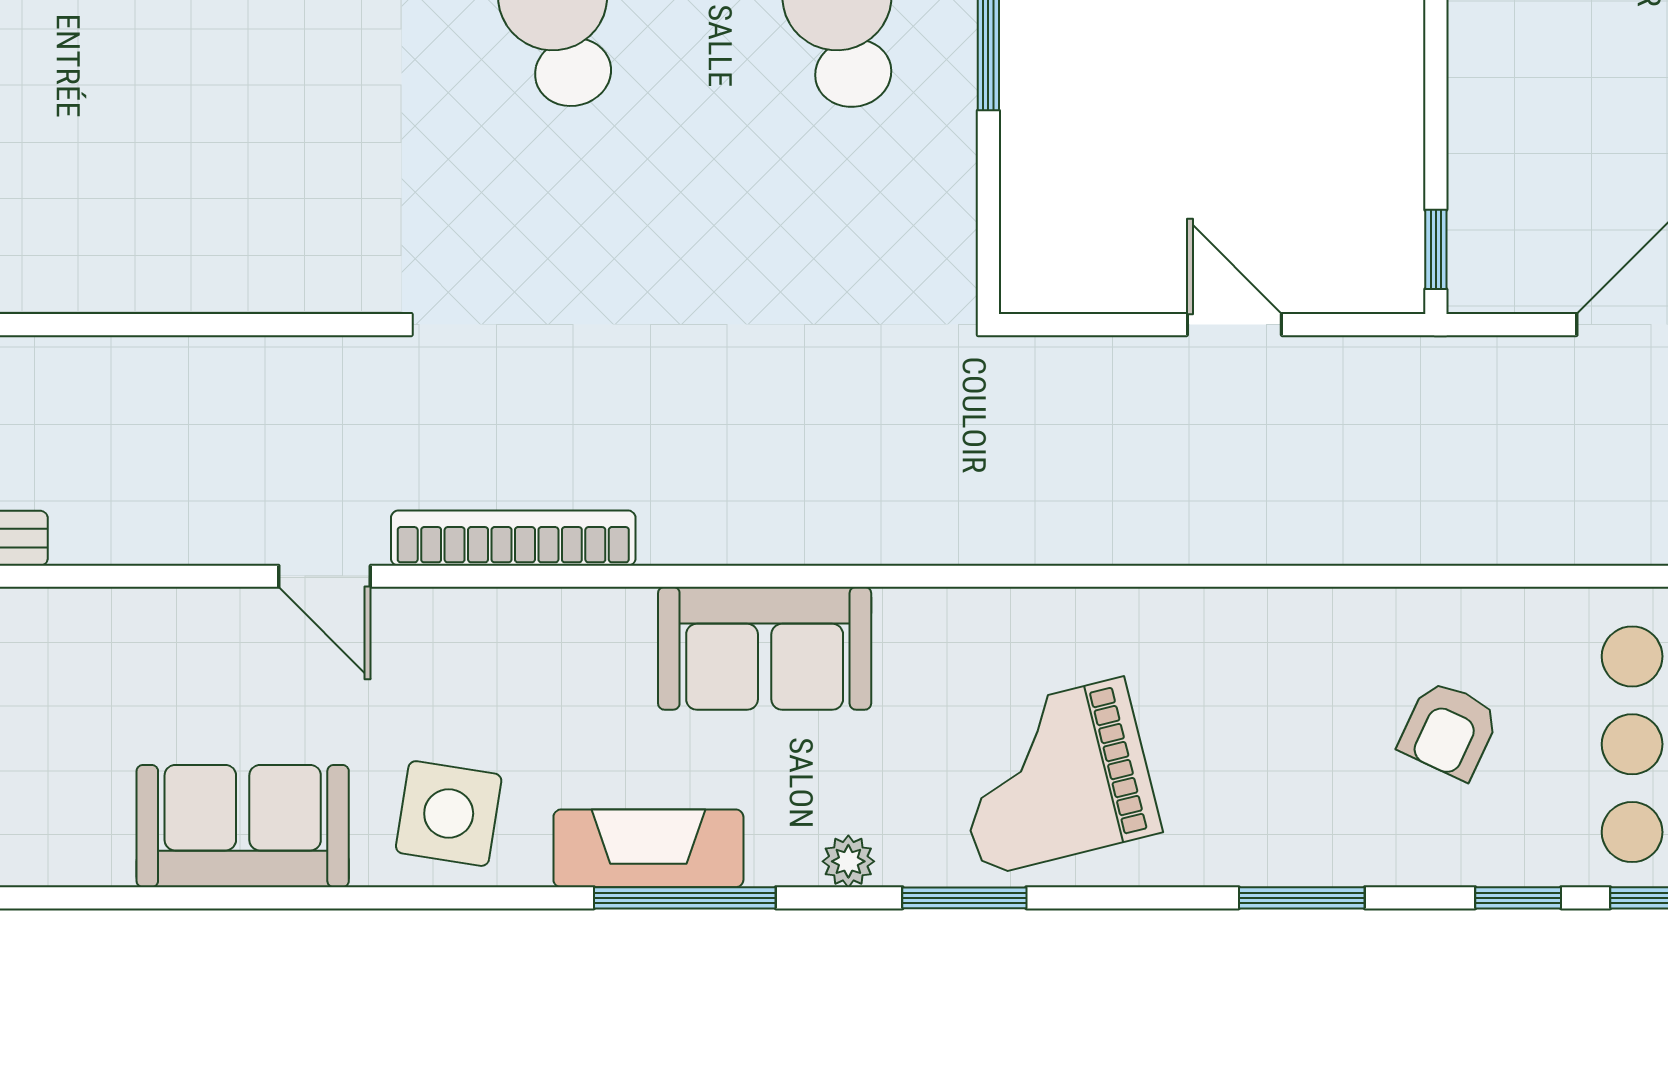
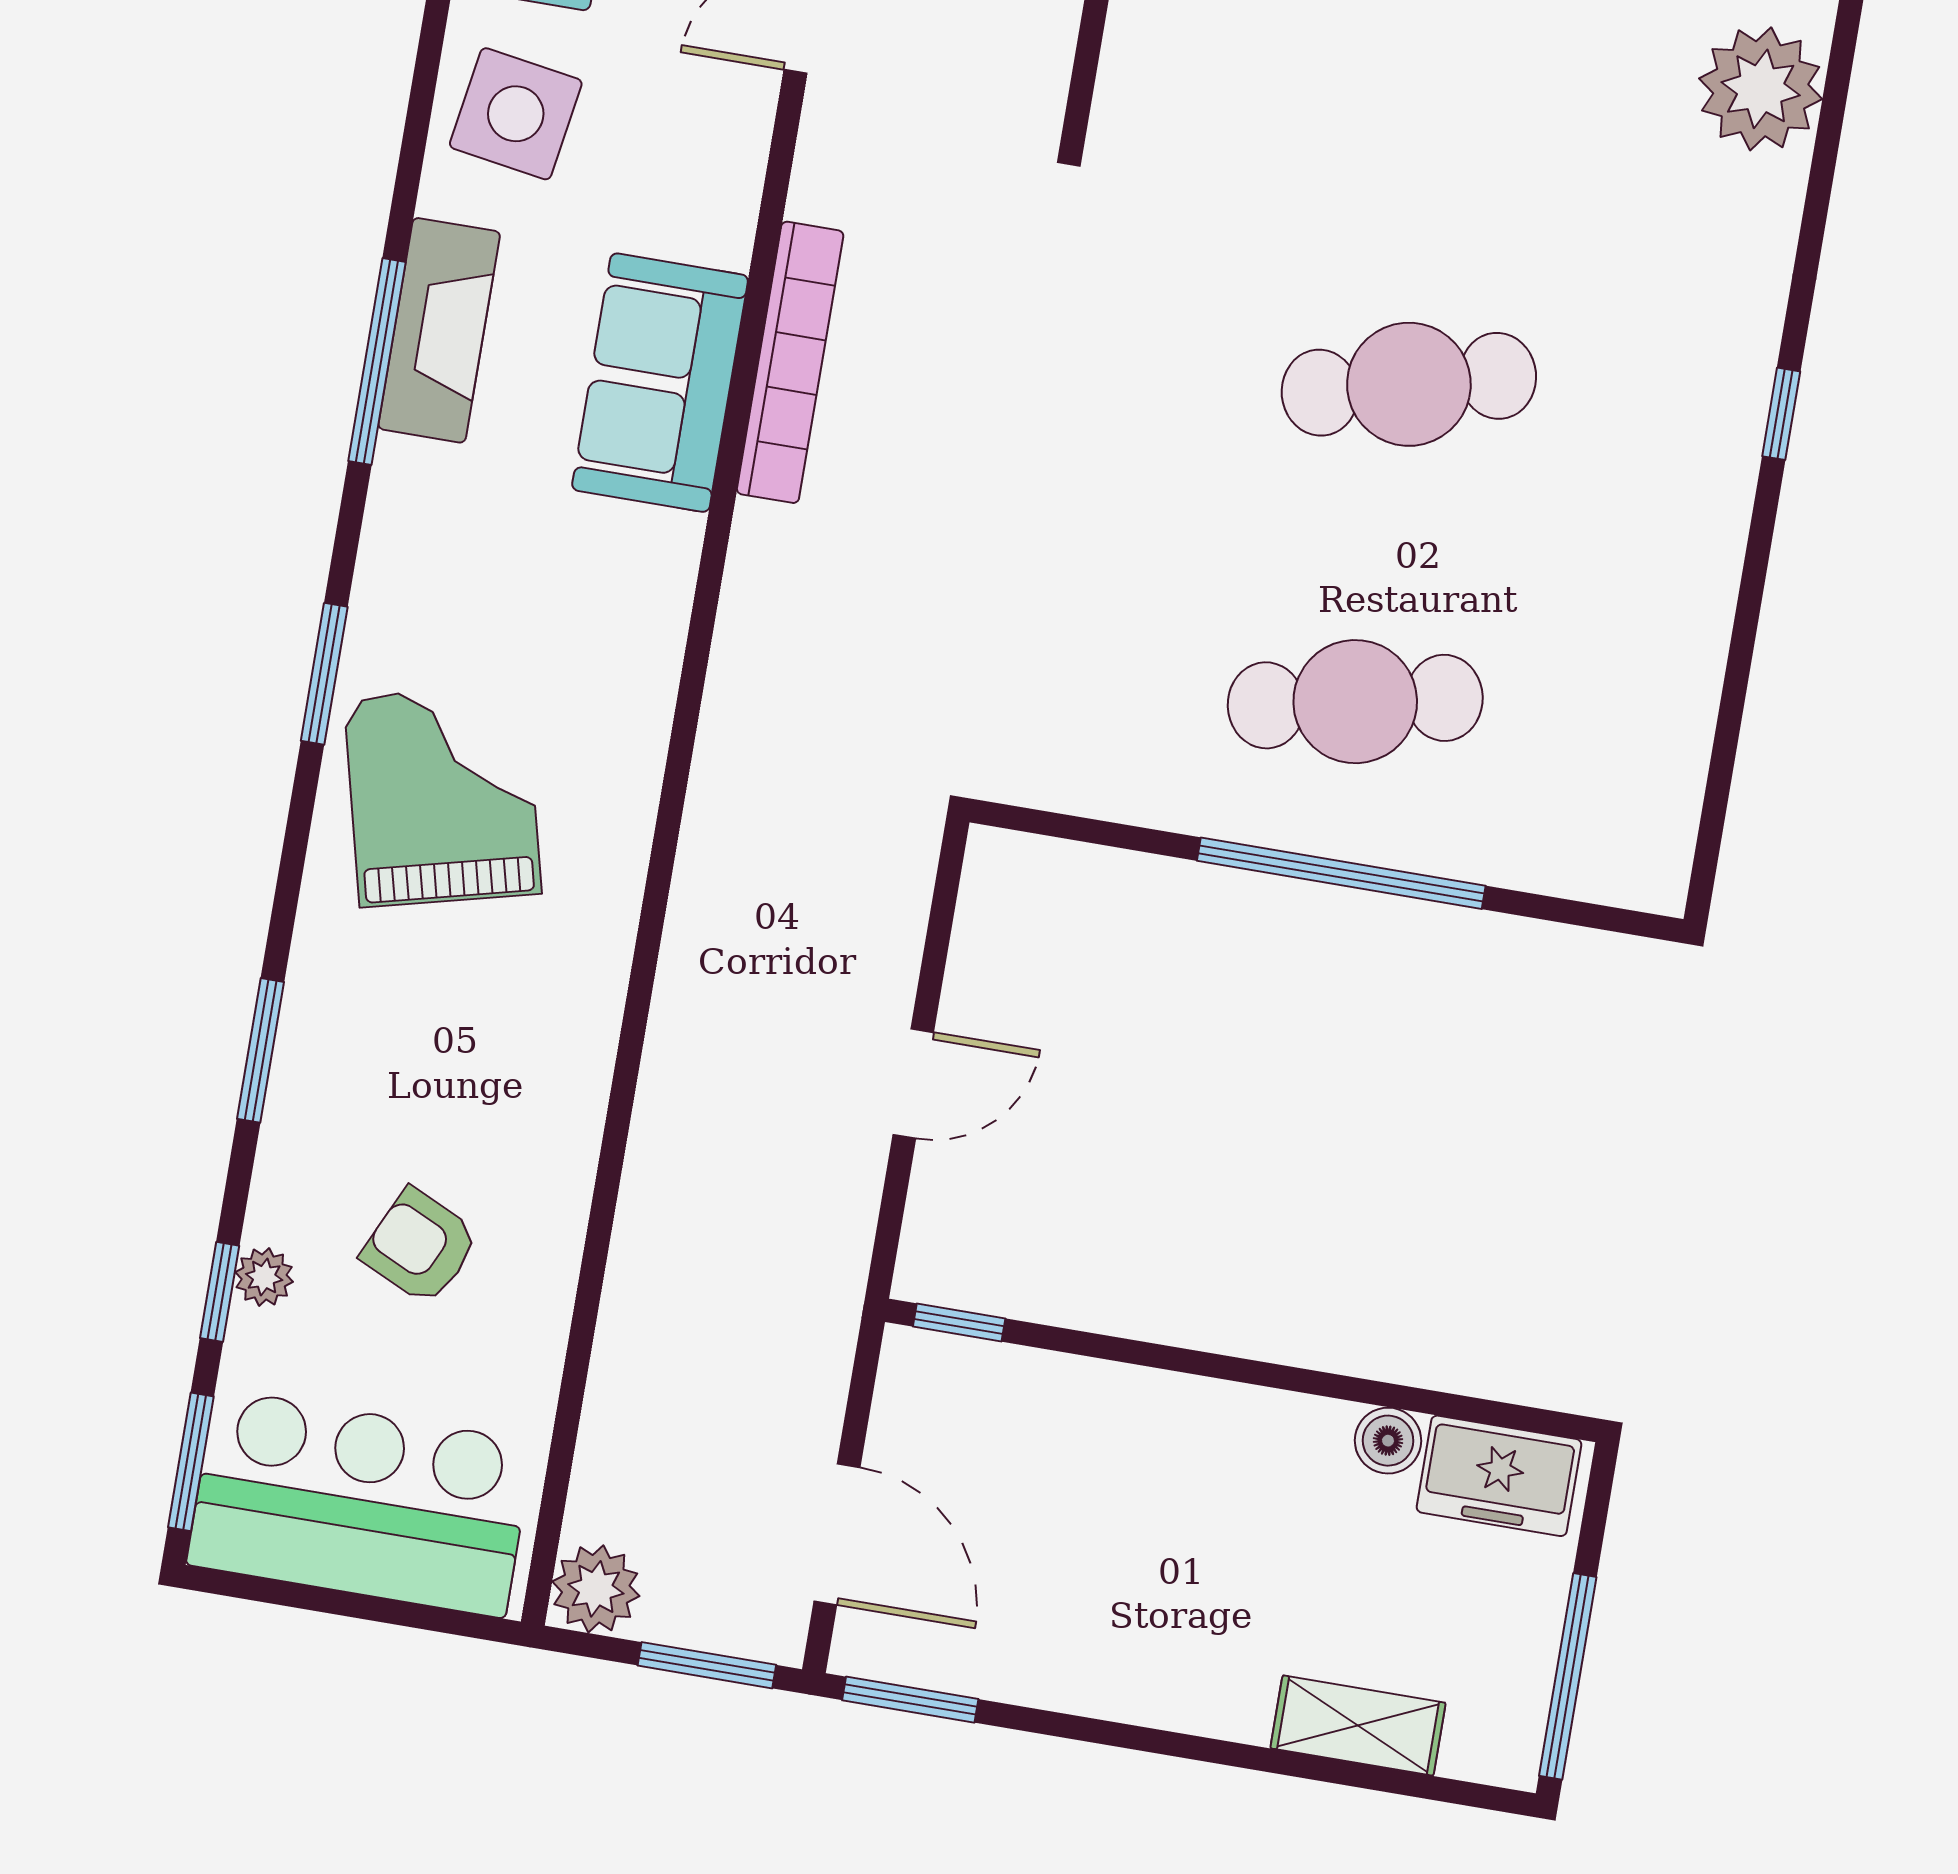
bookcase: (513, 538) -> (790, 362), moved
sofa: (765, 648) -> (660, 383), moved
plant: (848, 861) -> (264, 1277), moved

